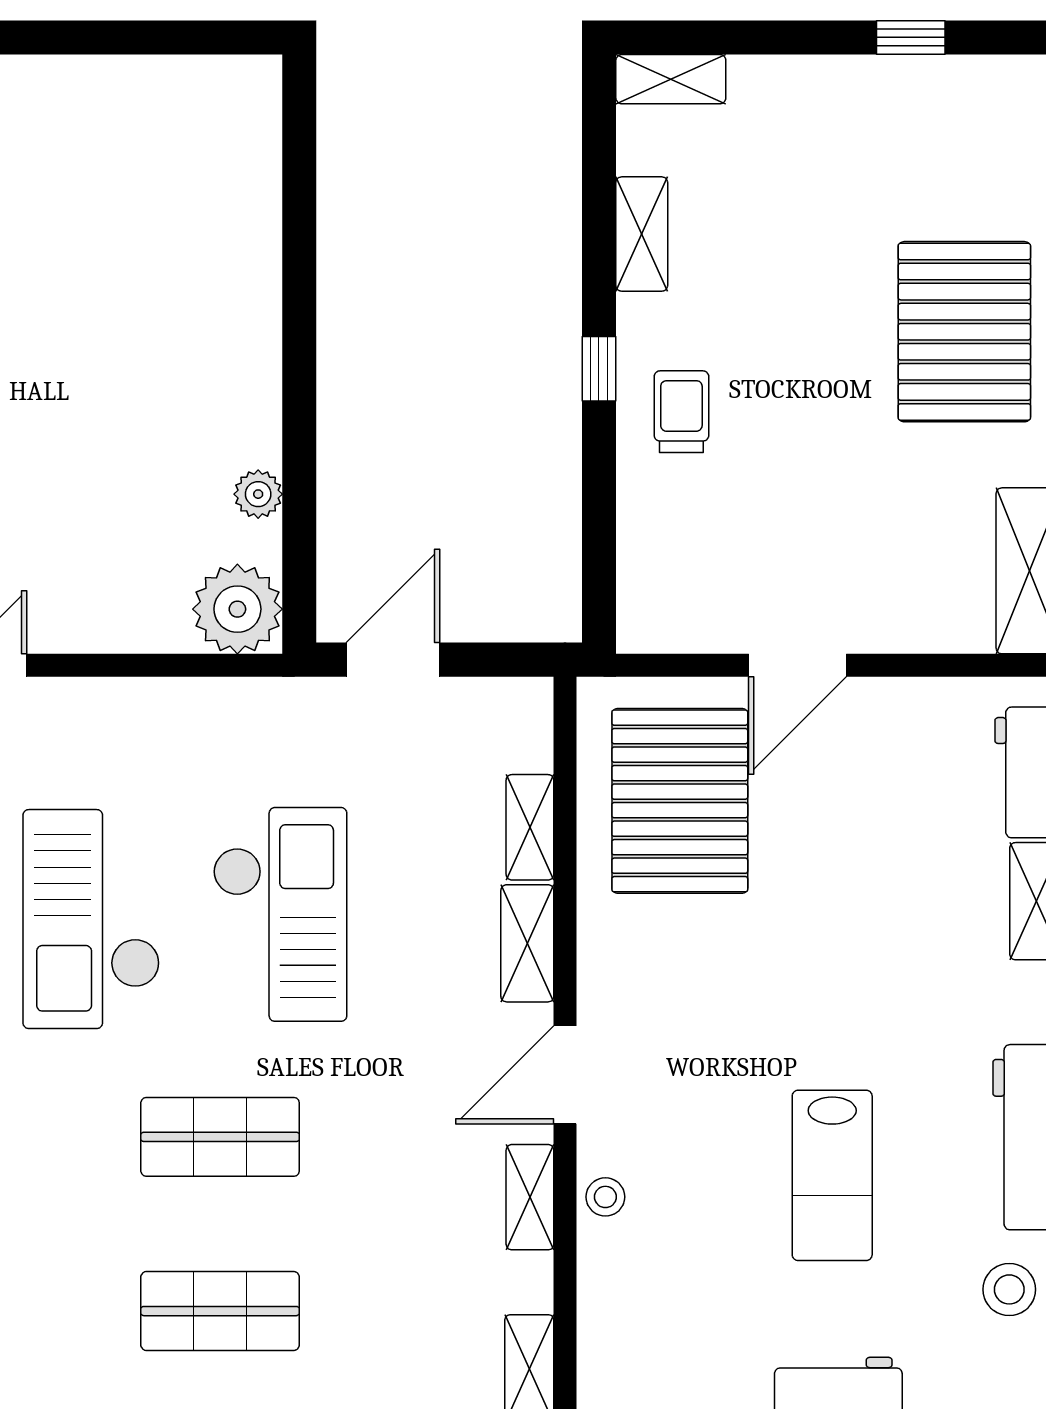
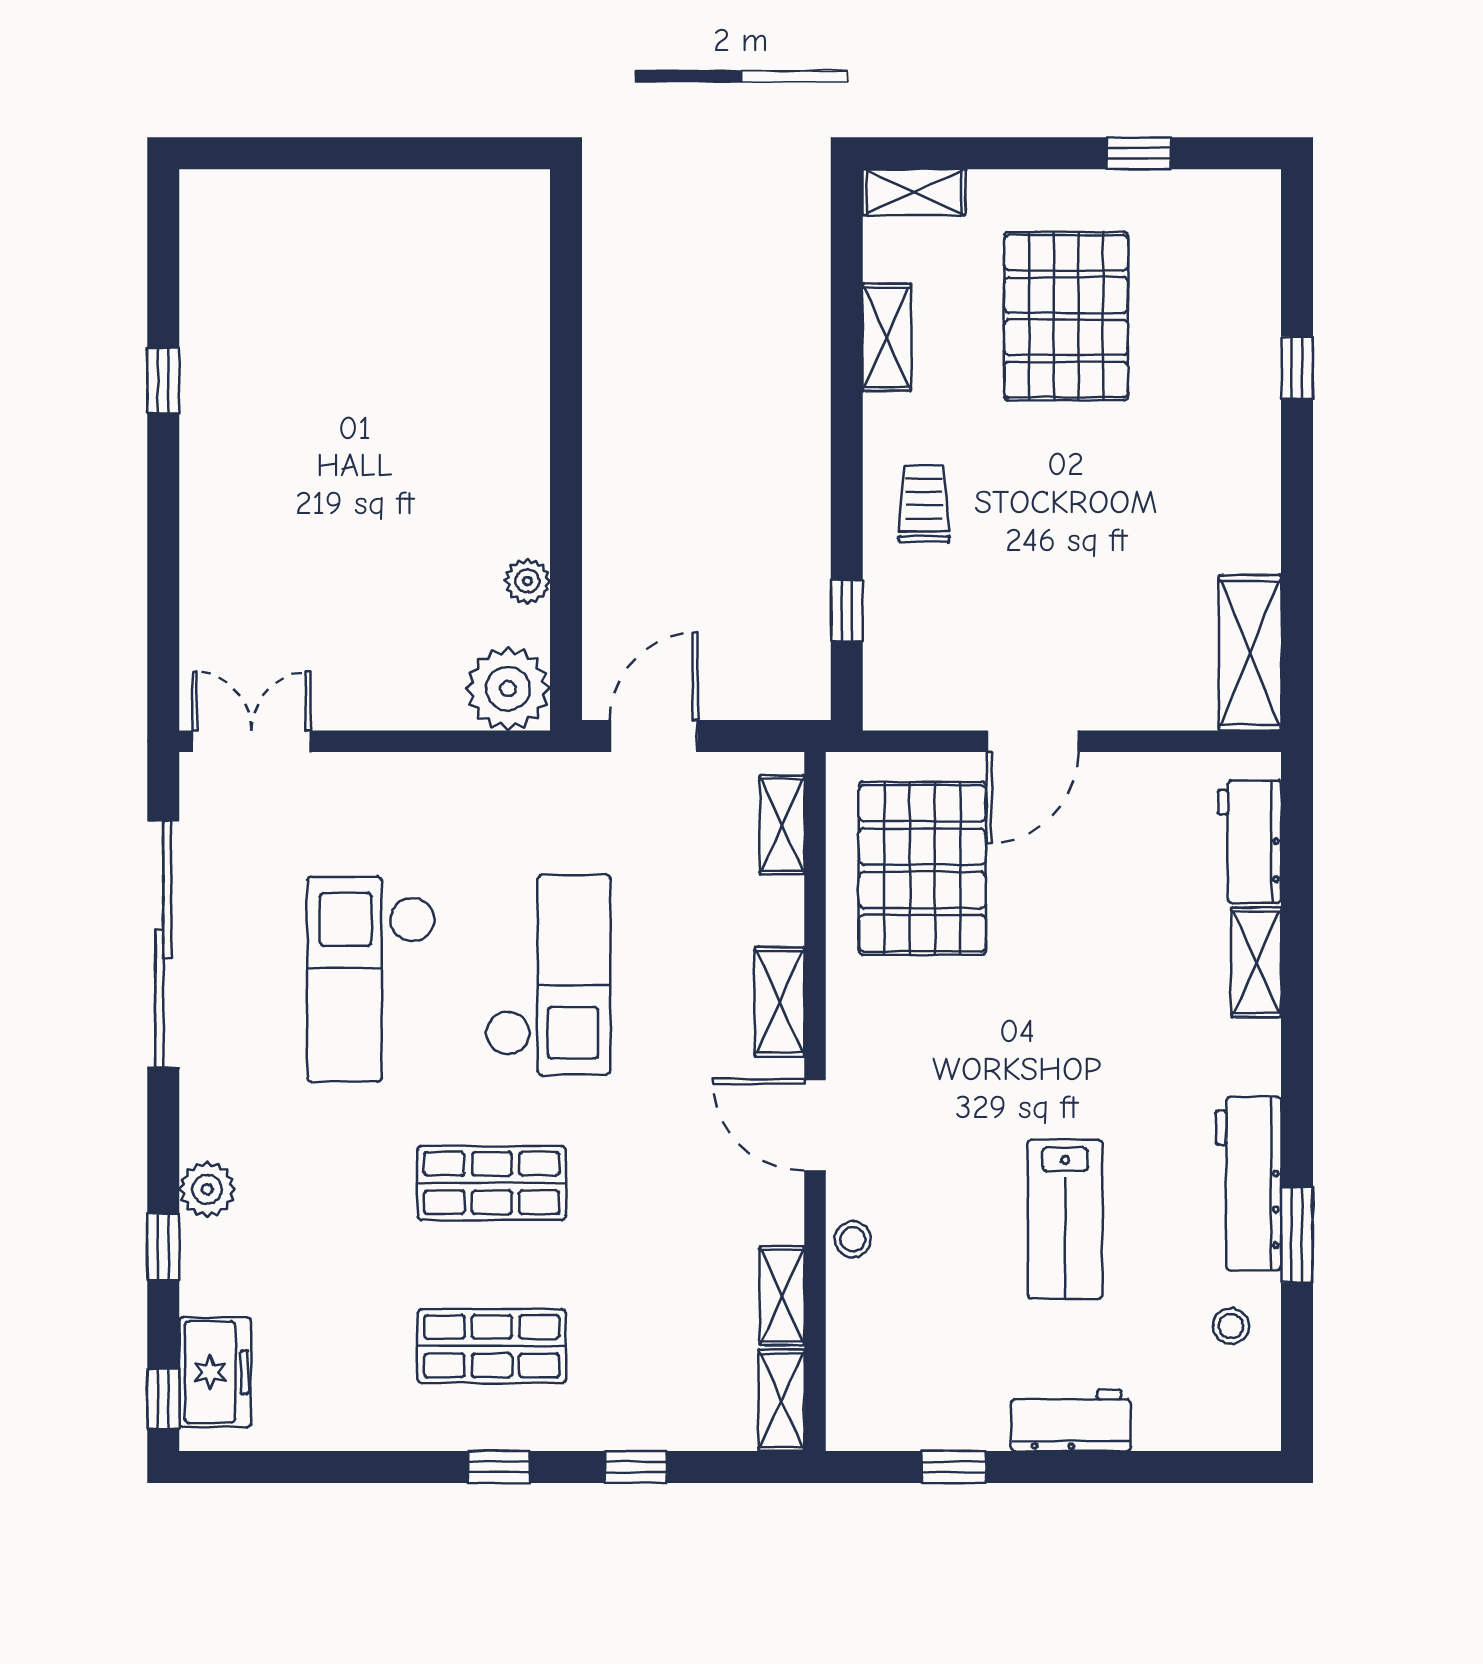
pallet: (964, 332) -> (1066, 316), moved
window: (599, 369) -> (847, 611), moved
shelving: (530, 827) -> (782, 825), moved
door: (565, 1075) -> (815, 1125), hinge flipped
shelving: (530, 1197) -> (782, 1296), moved
stool: (1009, 1289) -> (1231, 1326), width x0.73, depth x0.73

